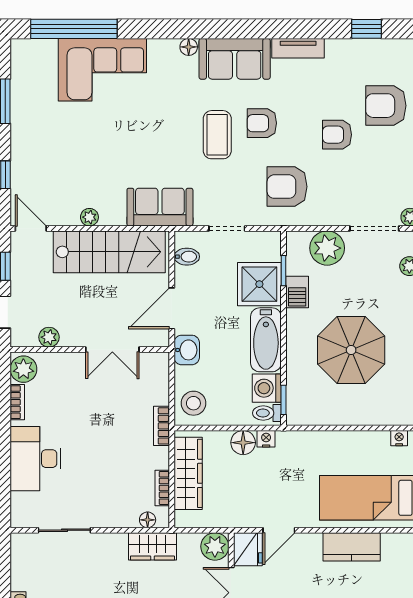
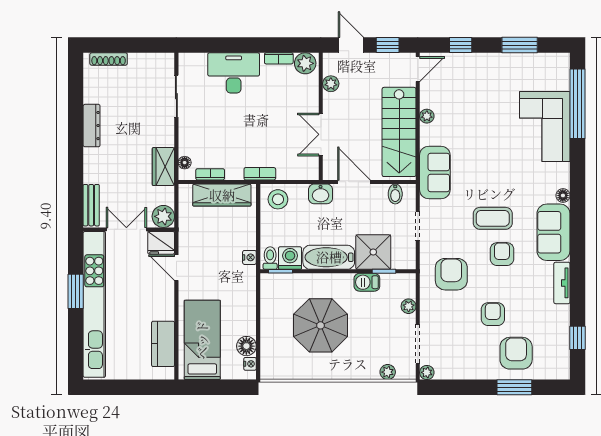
plant: (327, 248) -> (409, 306), width x0.53, depth x0.53
floor lamp: (243, 443) -> (246, 346), moved
kitchen counter: (352, 547) -> (163, 344), moved

